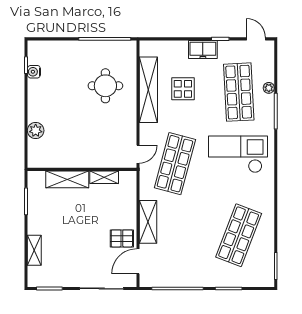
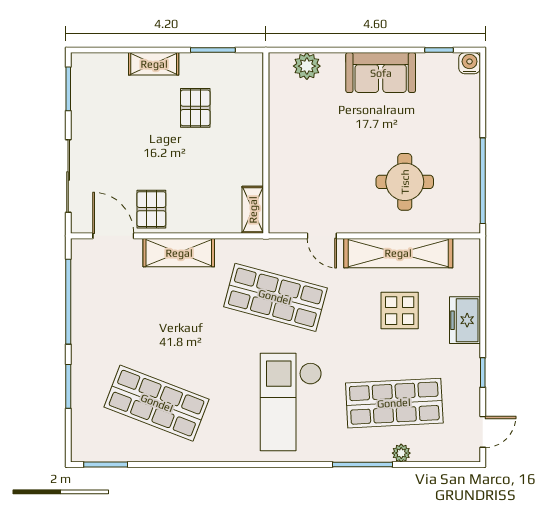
freezer: (203, 49) -> (465, 320), moved
water cooler: (34, 72) -> (470, 63), moved
sofa: (40, 100) -> (381, 73), added
plant: (36, 131) -> (307, 66), moved
door: (138, 154) -> (322, 236), moved
checkout: (238, 154) -> (291, 402), turned 180
shelving: (104, 177) -> (253, 210), moved
shelving: (67, 179) -> (249, 119), removed
pallet: (61, 212) -> (195, 108), added
shelving: (34, 250) -> (154, 64), moved

